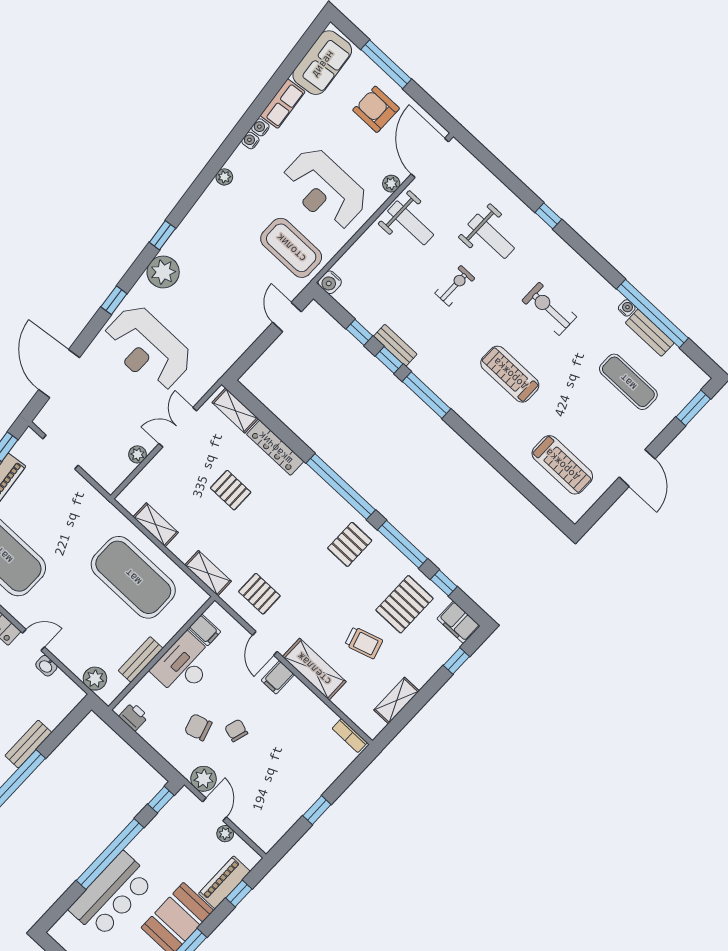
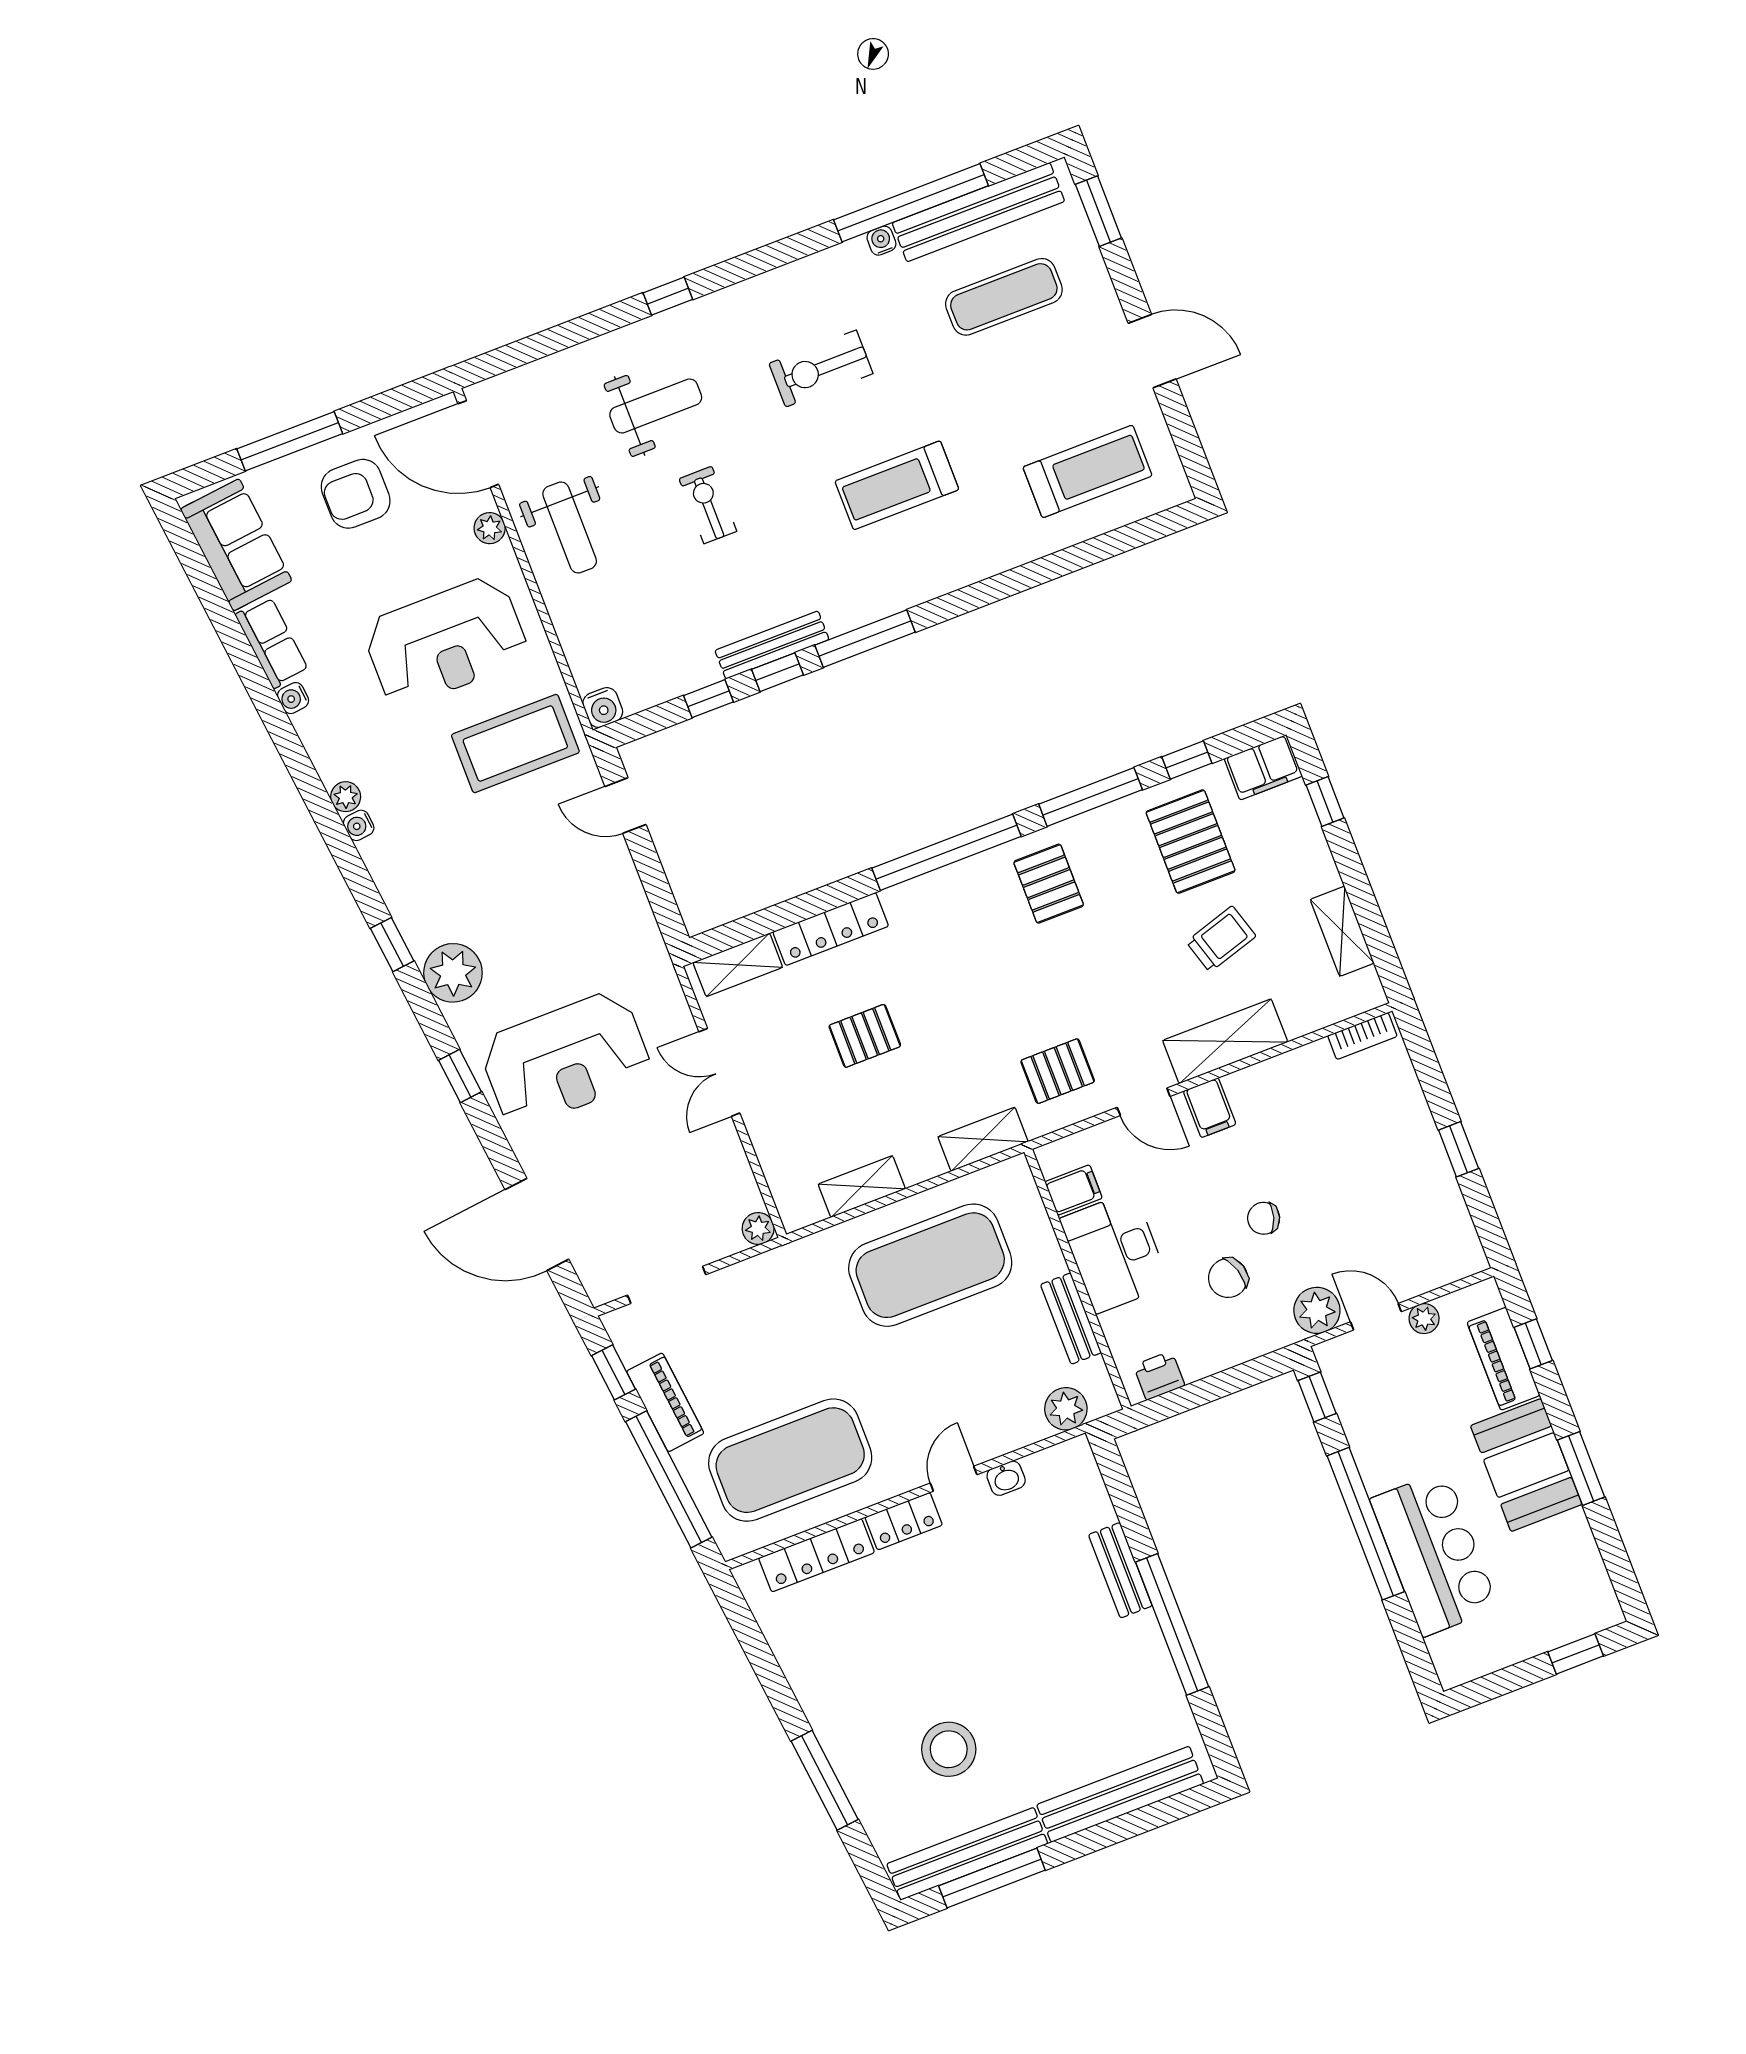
water cooler: (250, 140) -> (359, 825), moved
weight bench: (411, 223) -> (570, 528), turned 90
bench: (650, 333) -> (978, 212), width x1.86, depth x1.21
bench: (395, 345) -> (772, 645), width x1.36
plant: (137, 454) -> (758, 1228), moved

